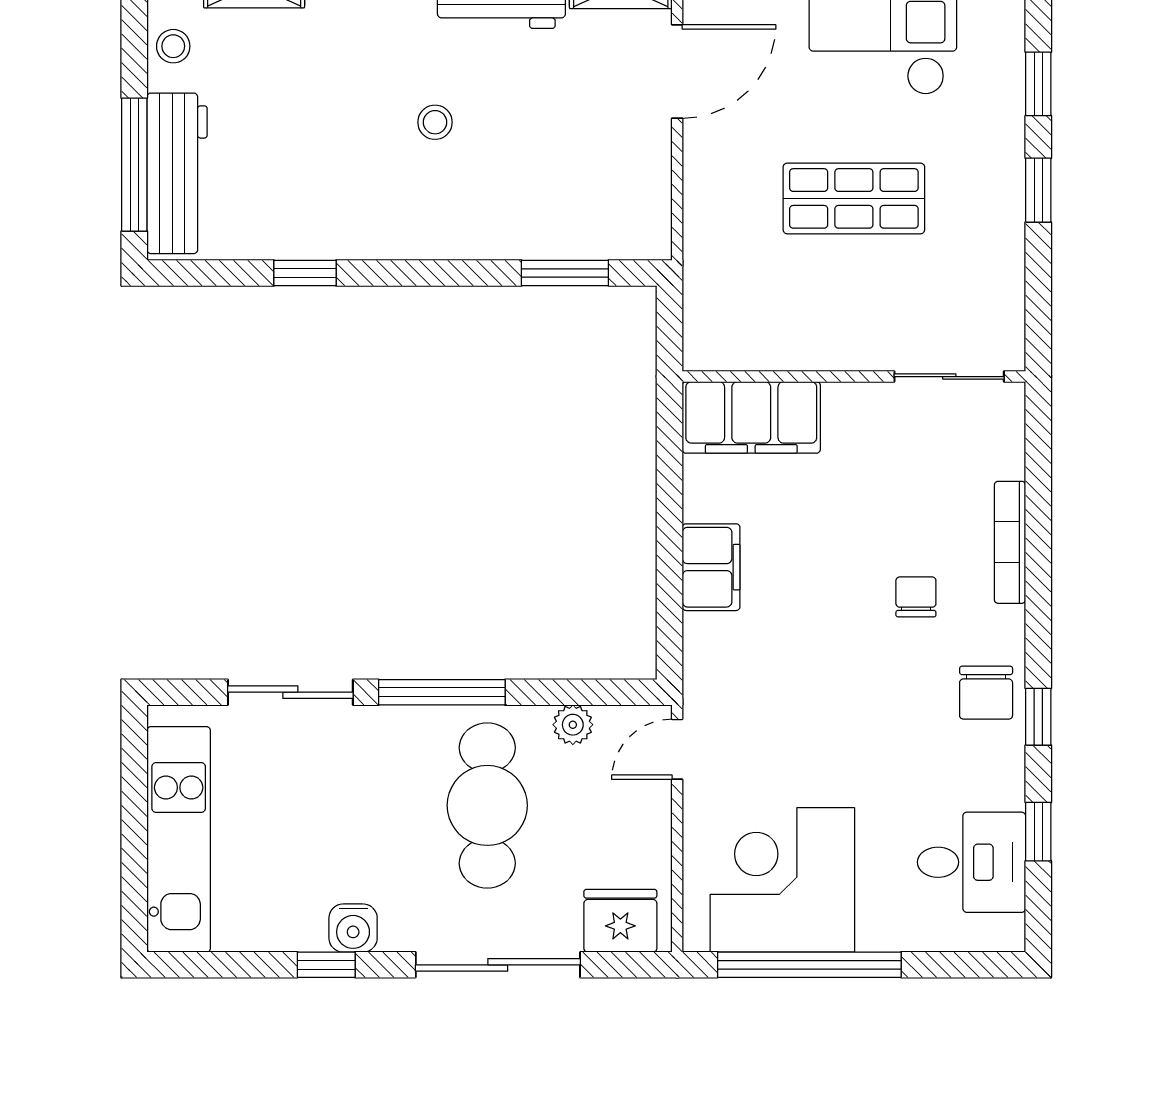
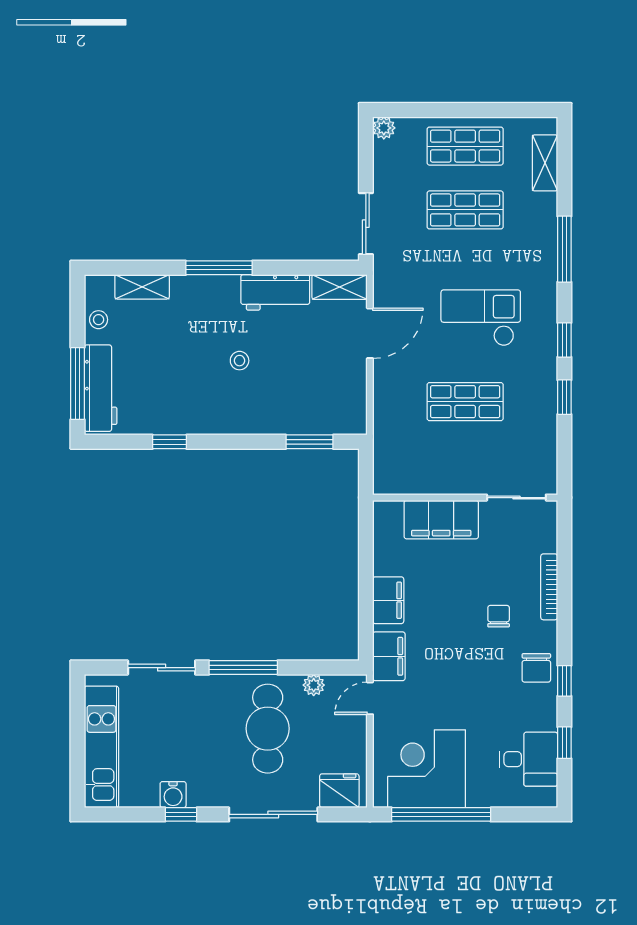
filing cabinet: (751, 417) -> (441, 520), moved
filing cabinet: (712, 671) -> (389, 656), added
water cooler: (353, 928) -> (173, 795), moved

